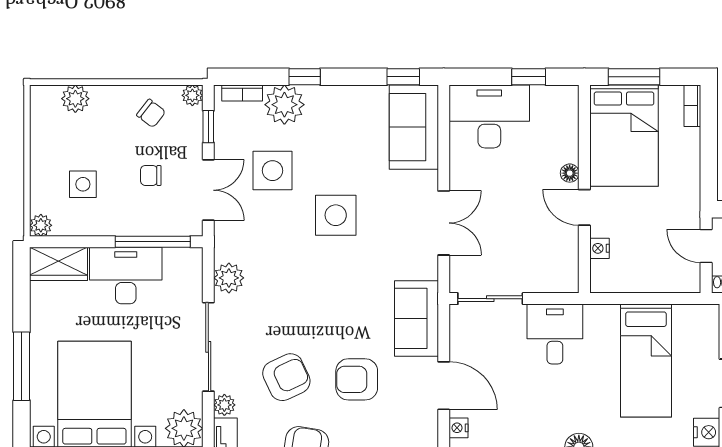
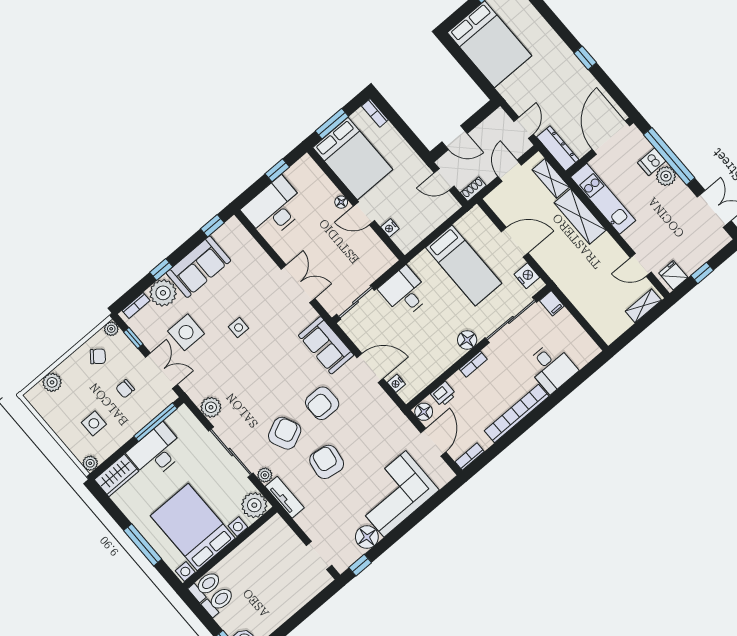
sofa: (414, 127) -> (198, 267), moved, turned -90
side table: (336, 215) -> (239, 327), width x0.54, depth x0.54

